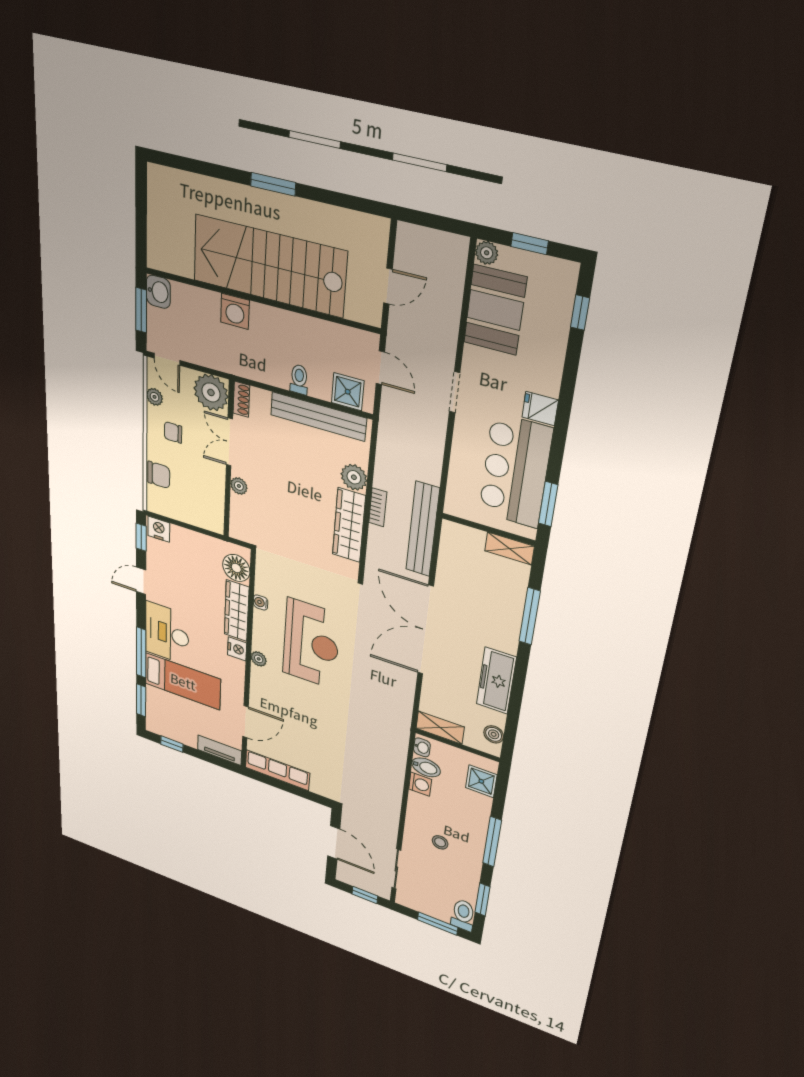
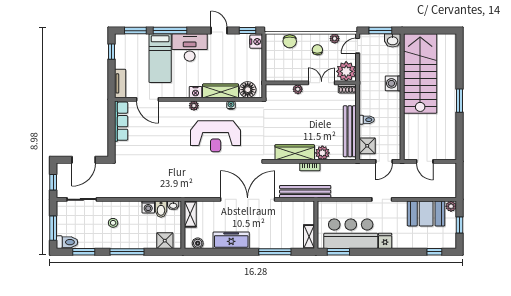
stairs: (269, 266) -> (420, 73), moved

